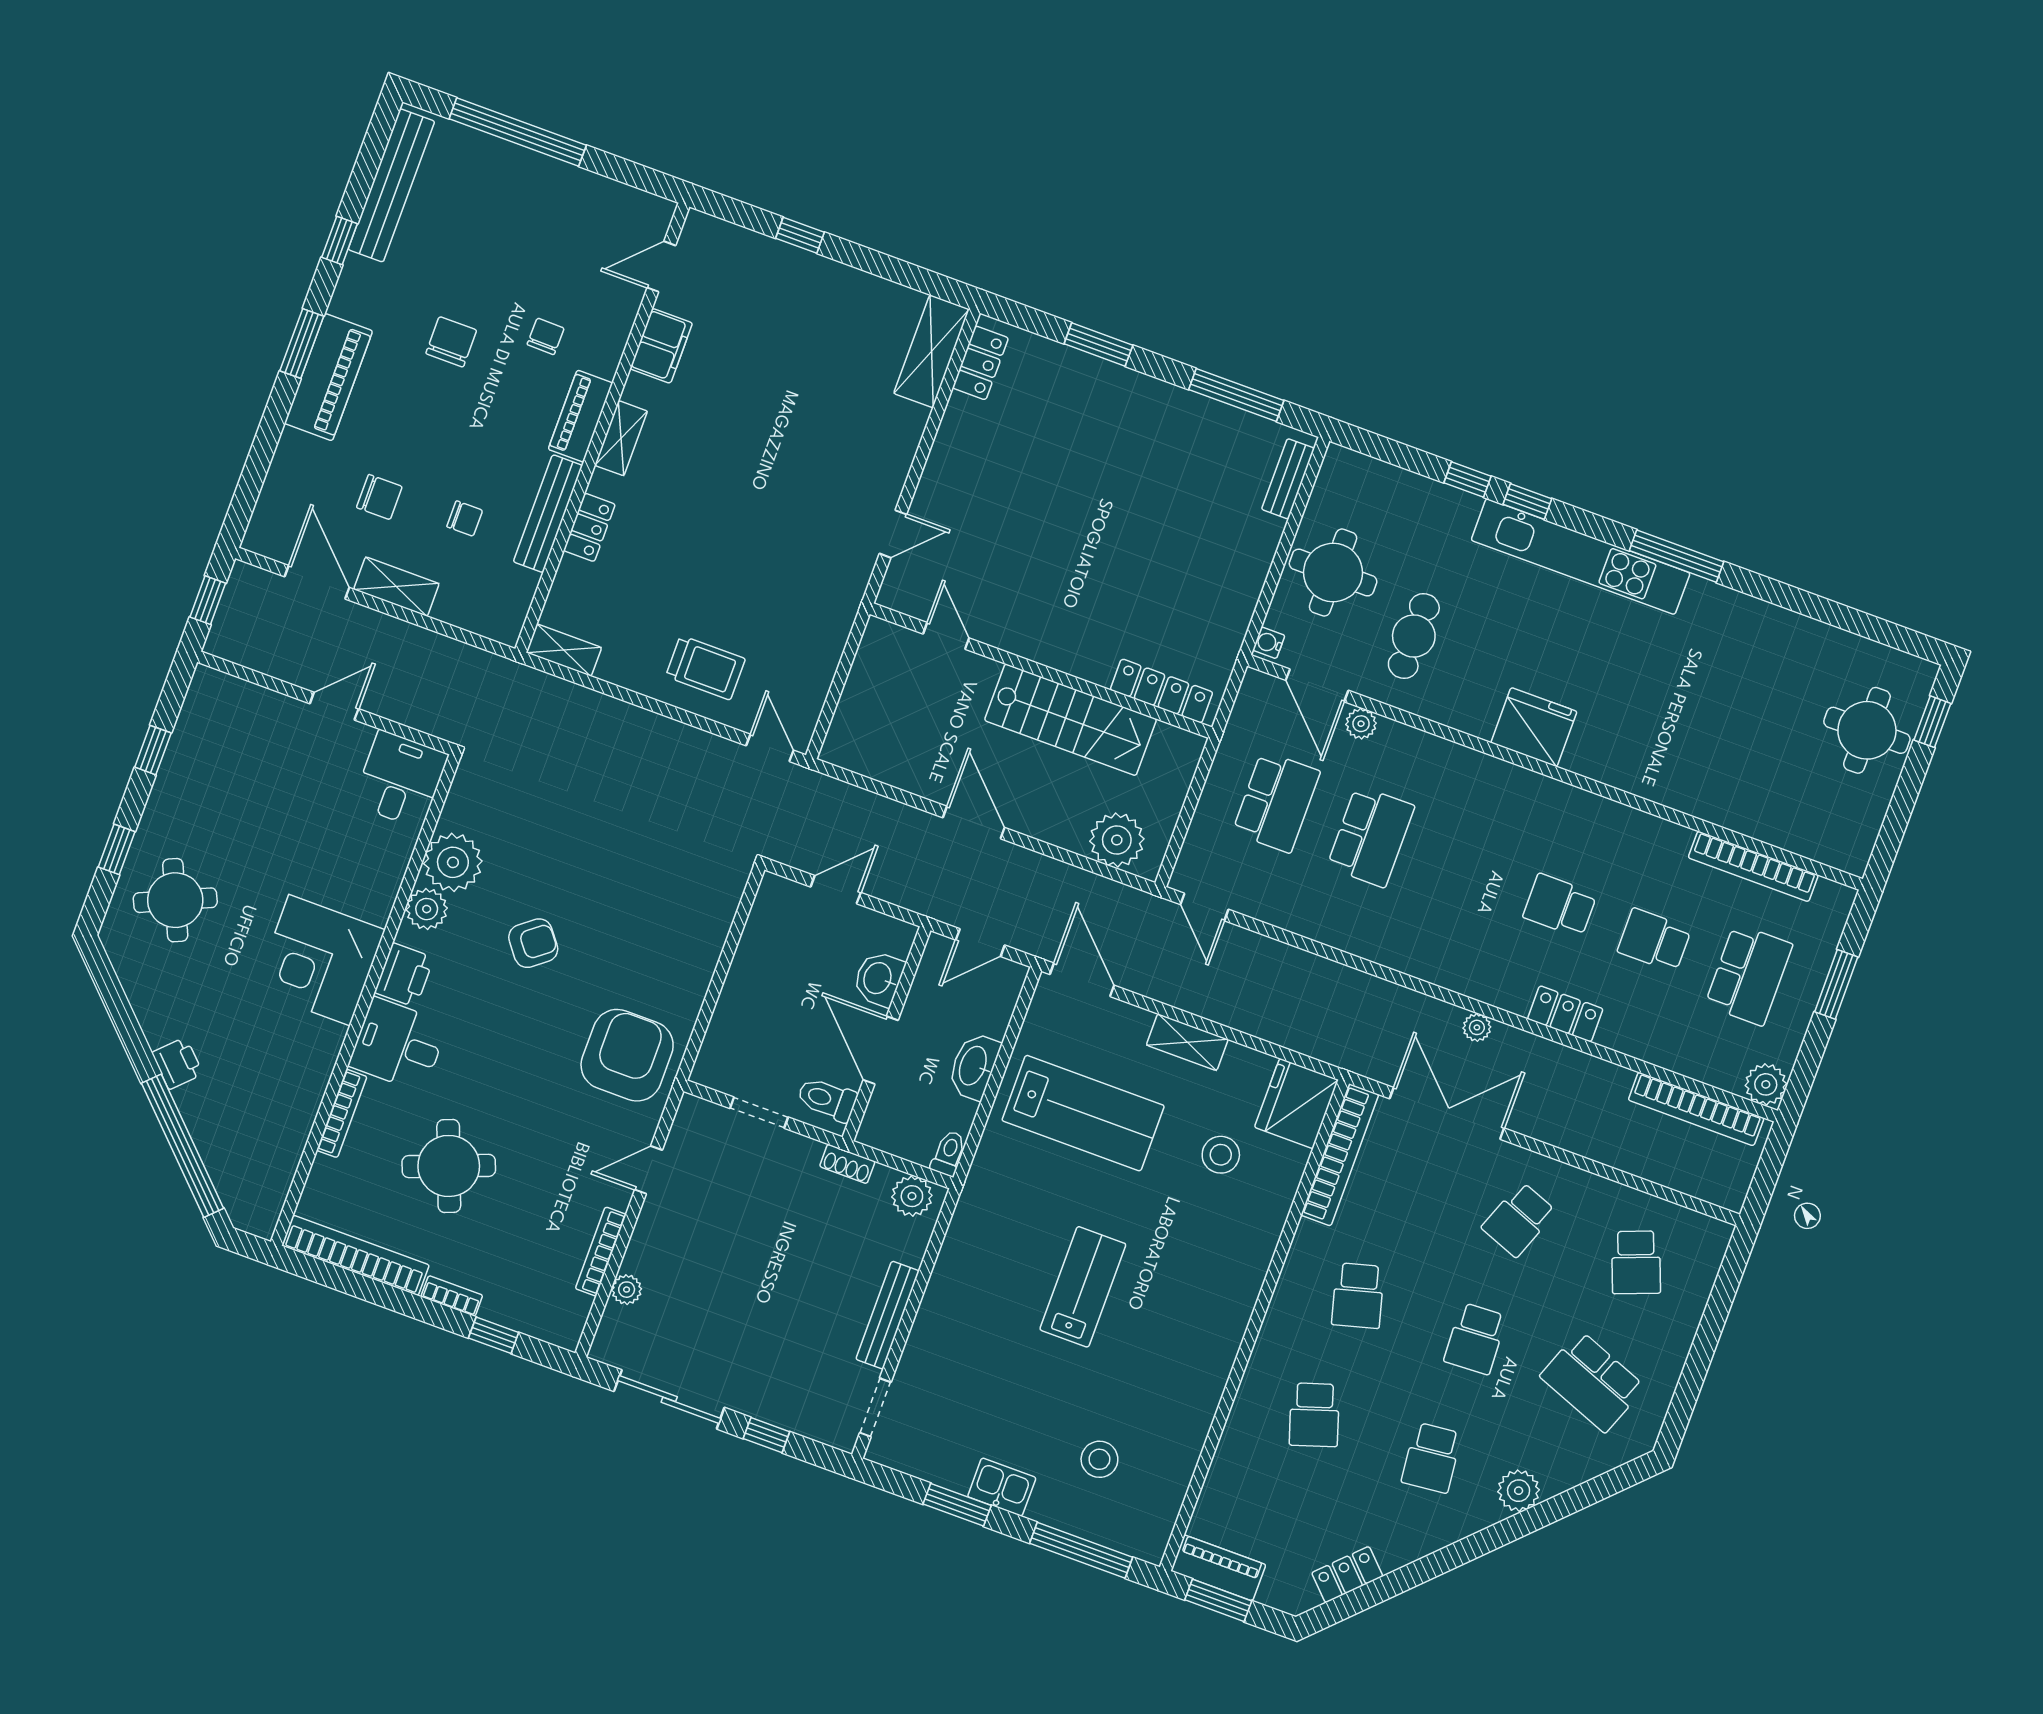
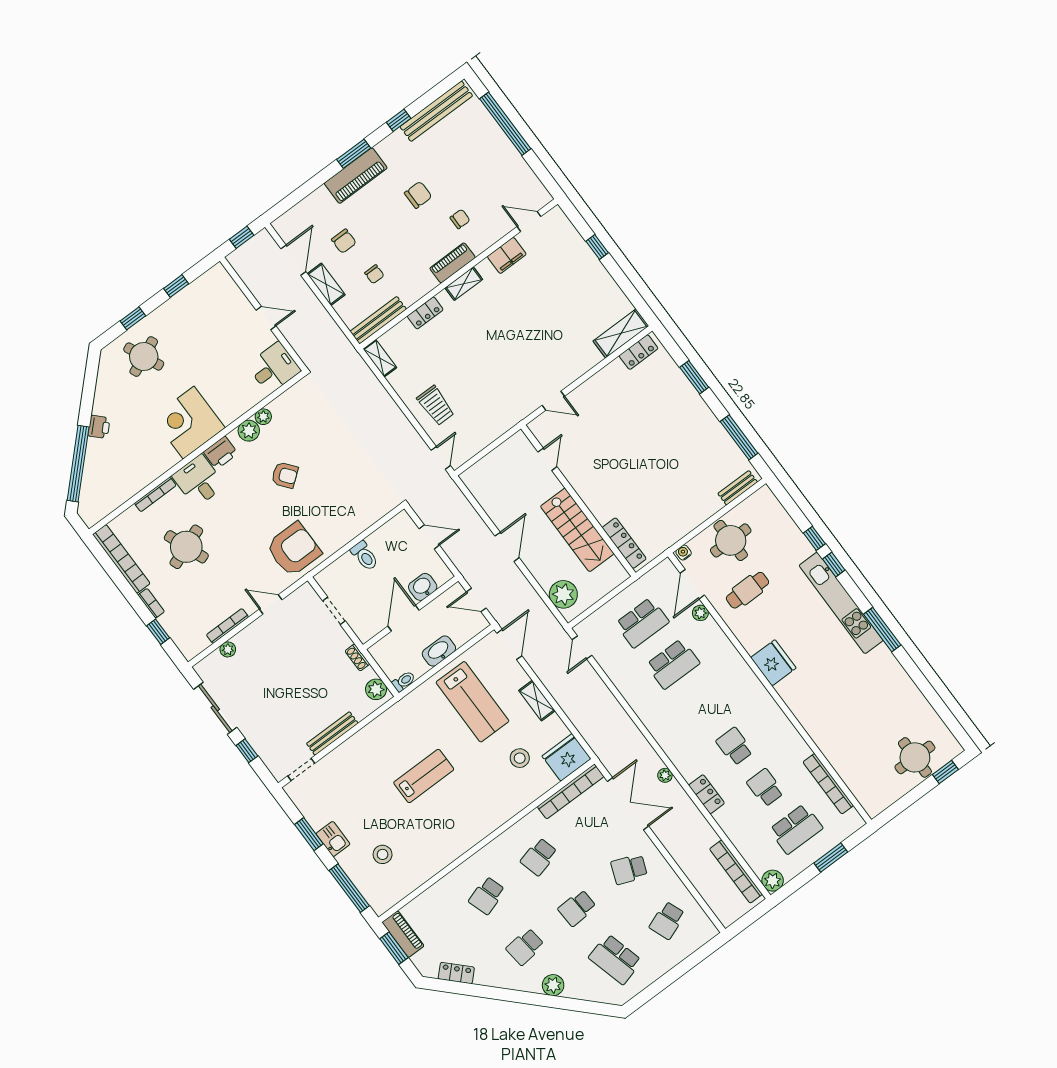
bench: (548, 514) -> (378, 320), moved
plant: (453, 862) -> (263, 417), width x0.53, depth x0.53
toilet: (827, 1099) -> (364, 556), moved, turned 180
school desk: (1592, 1381) -> (615, 959), turned -36

